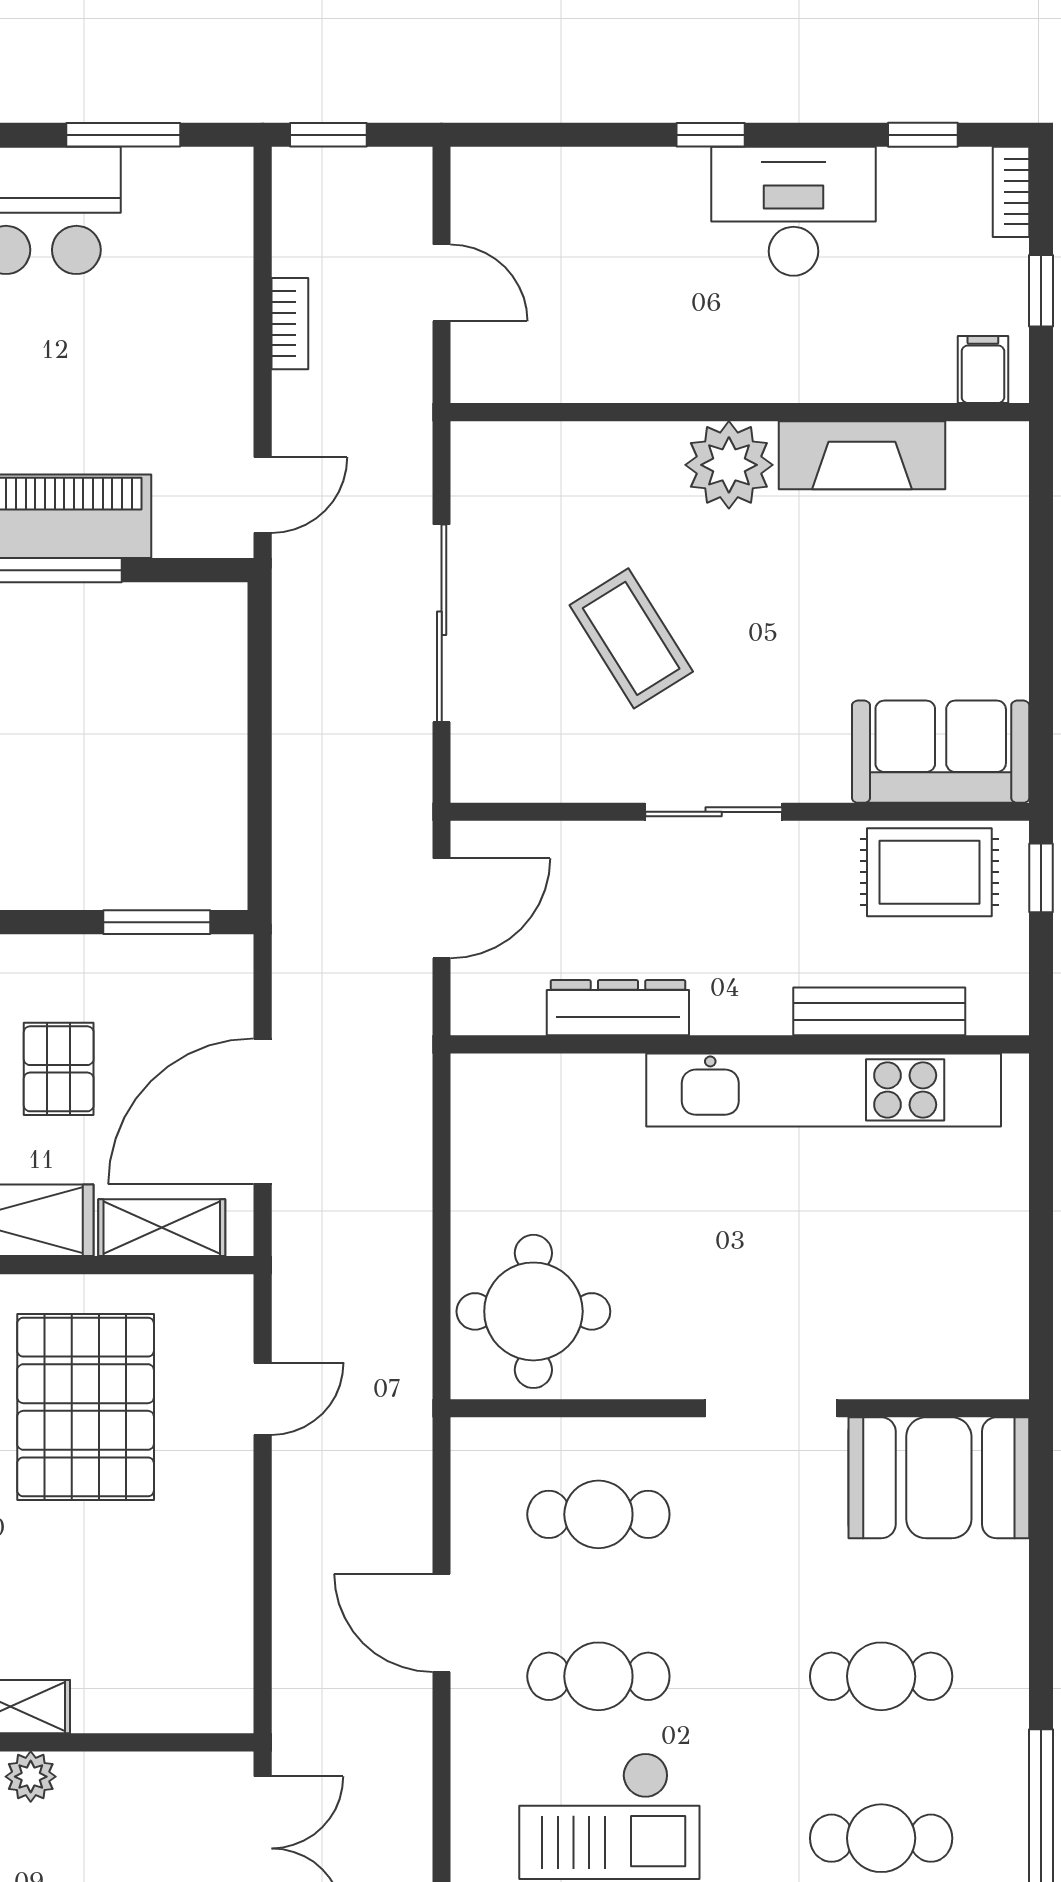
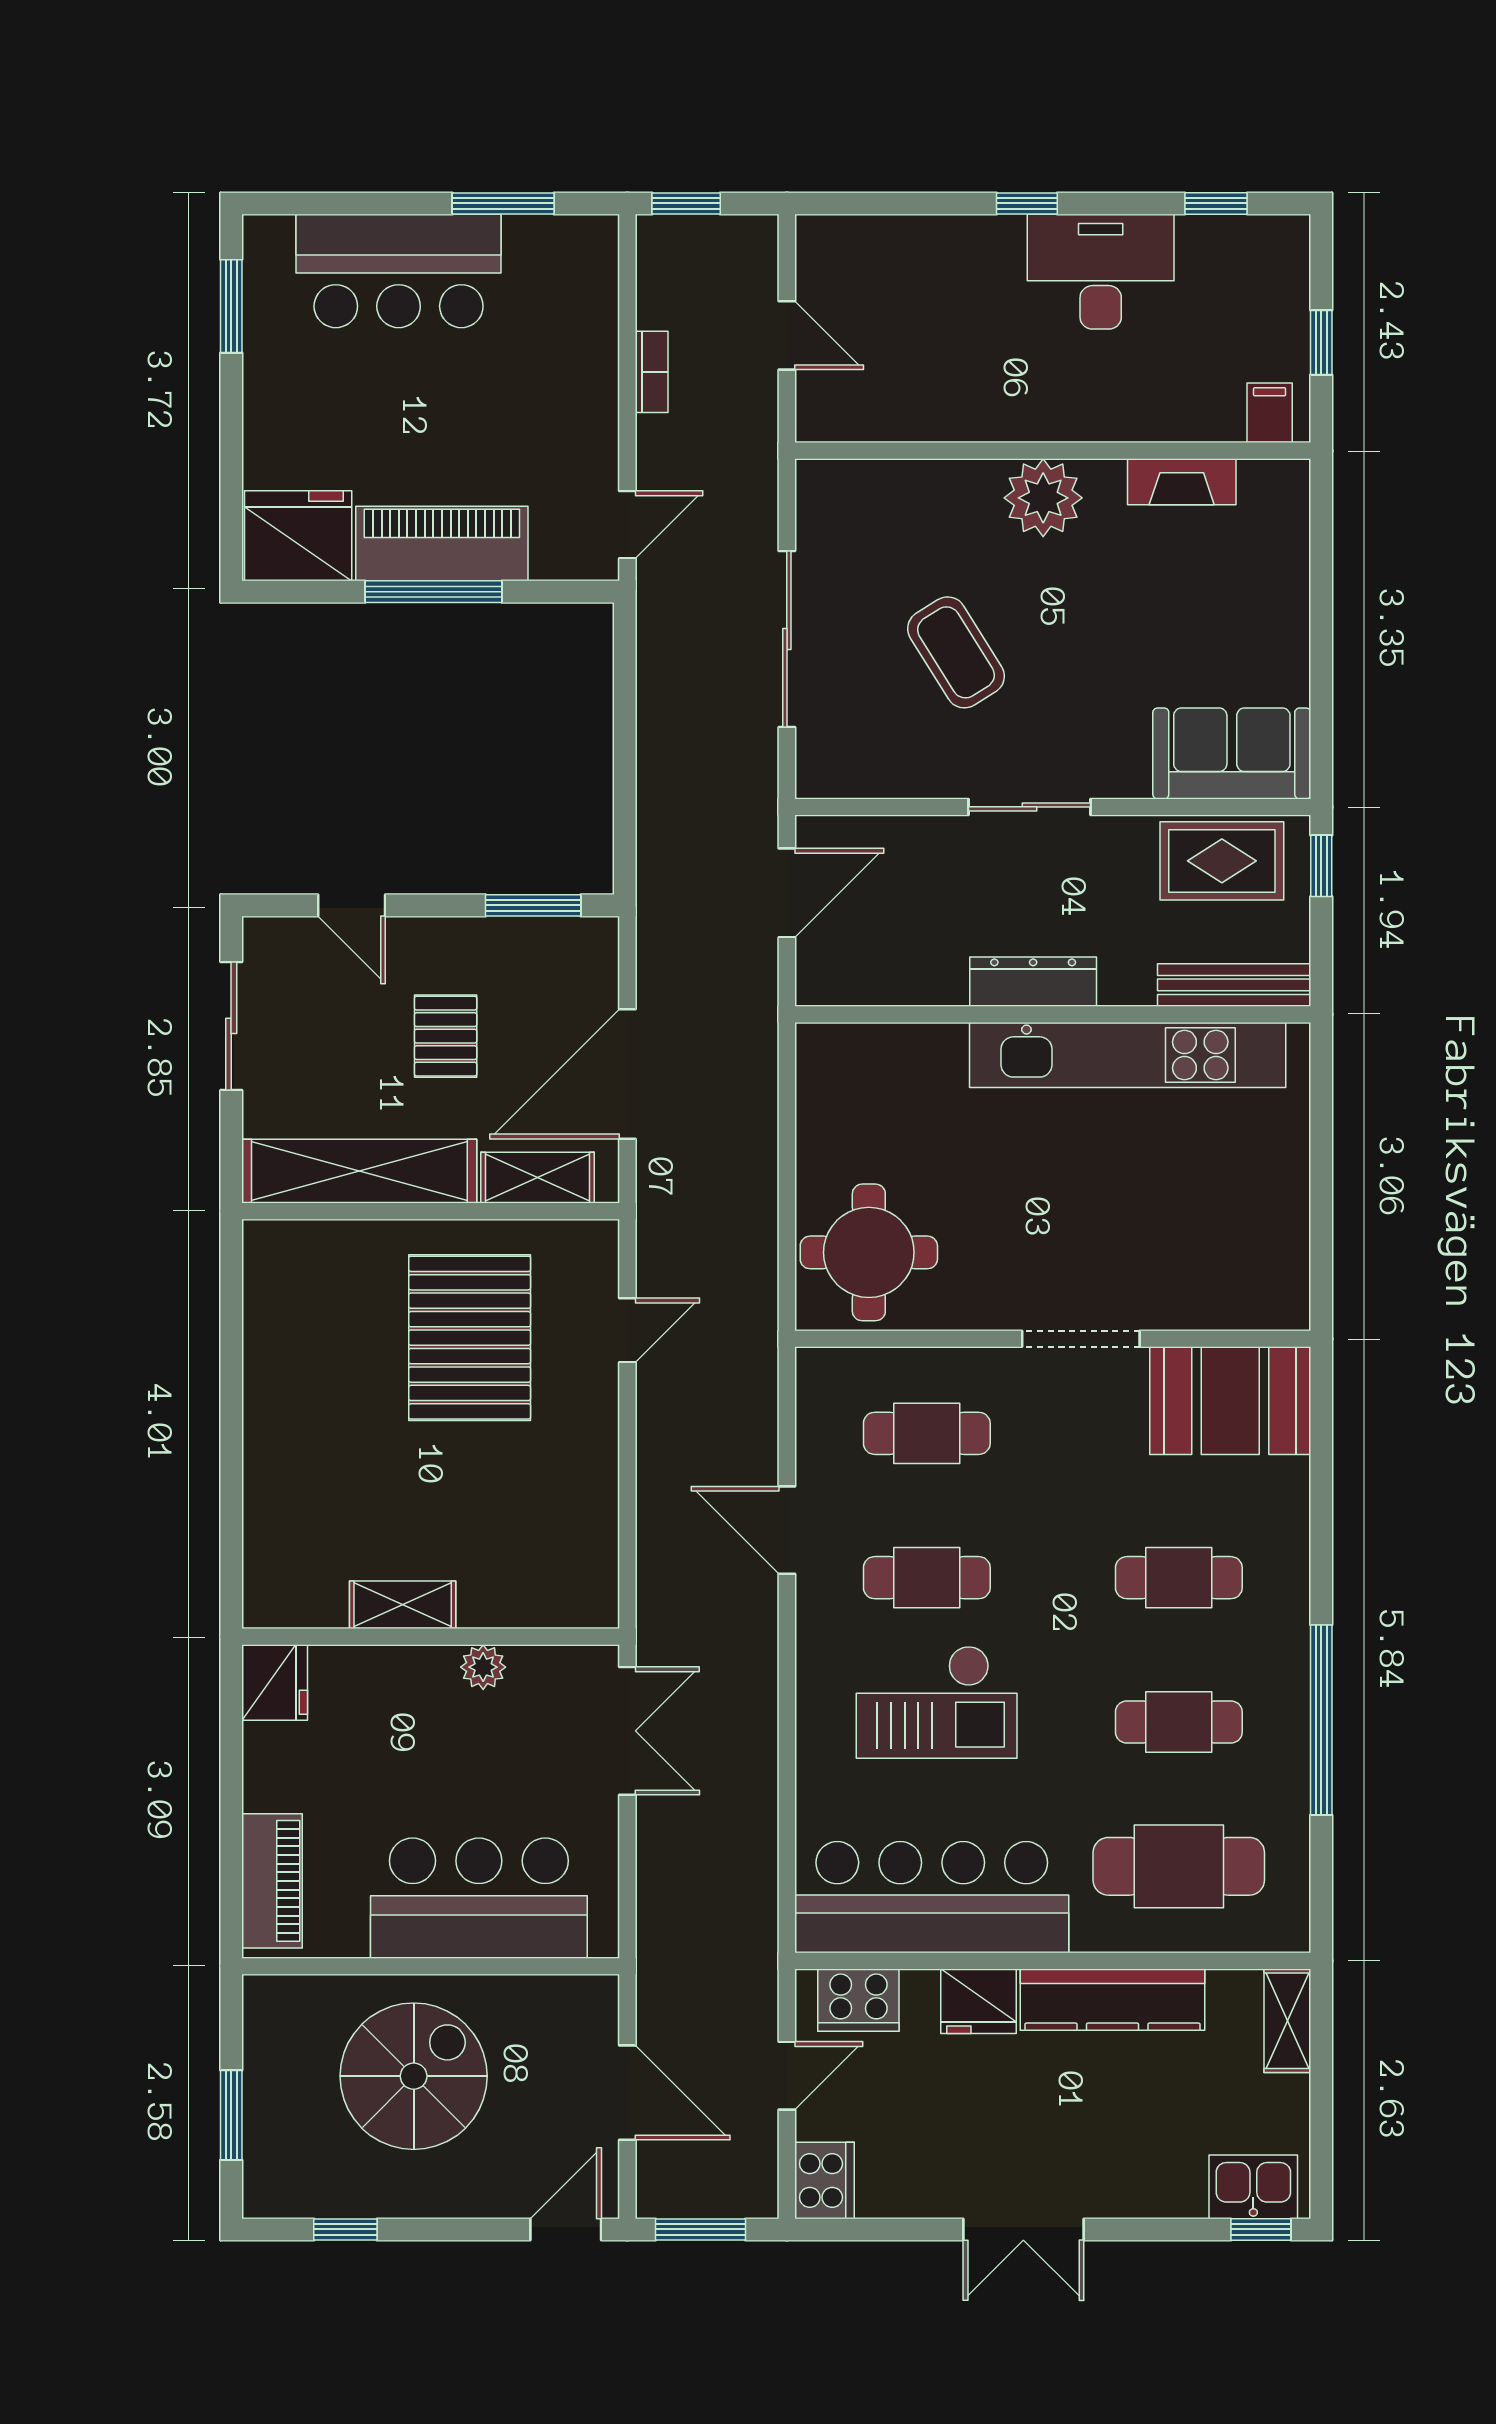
bookcase: (1011, 192) -> (1295, 254), removed
fireplace: (862, 455) -> (1182, 482), width x0.73, depth x0.76
dresser: (618, 1008) -> (1033, 982), moved
bench: (879, 1011) -> (1234, 985), moved
plant: (31, 1777) -> (483, 1667), moved

